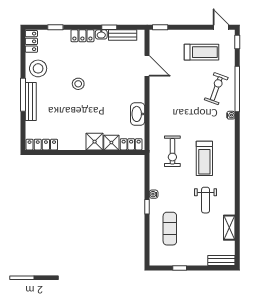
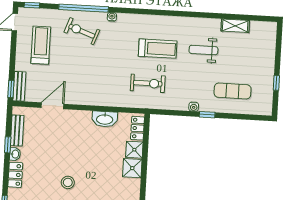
weight bench: (206, 200) -> (203, 50), turned 180
bench: (221, 260) -> (19, 86), moved

